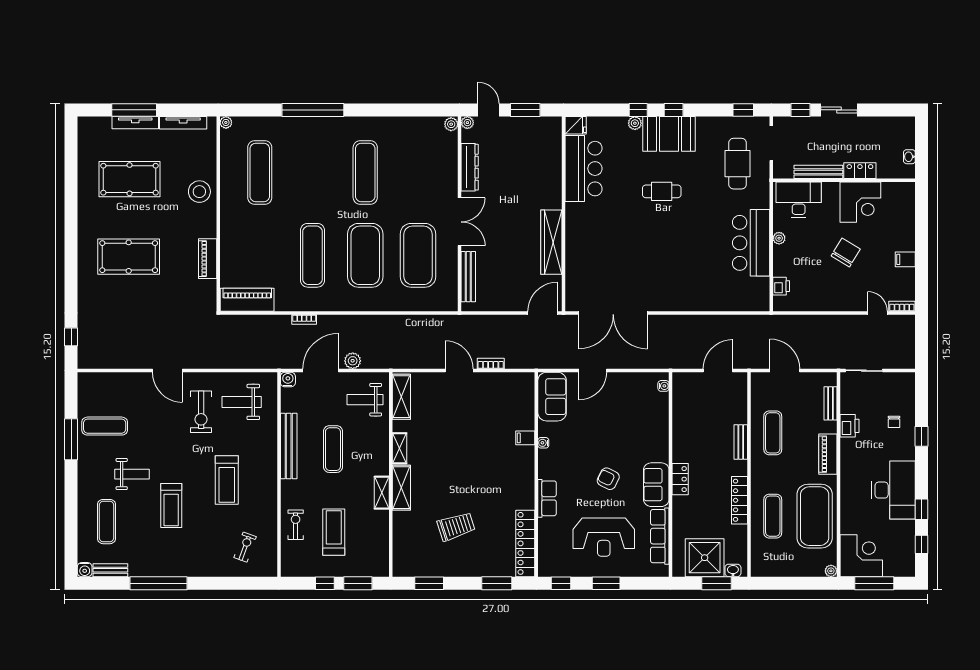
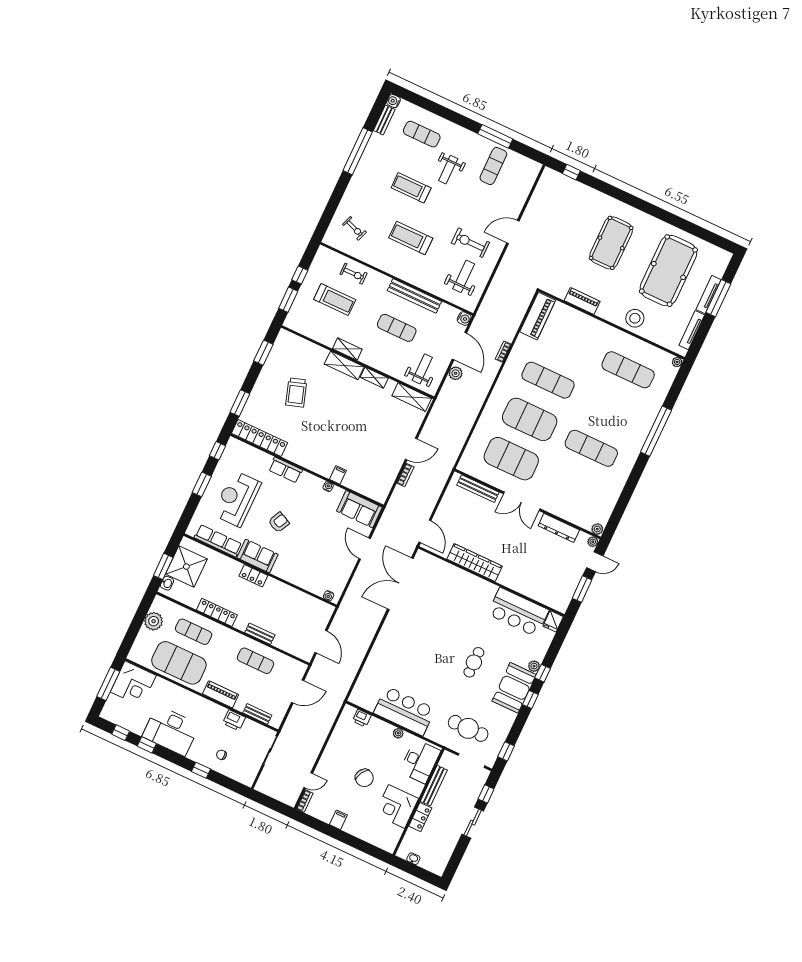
pool table: (130, 179) -> (668, 271), width x1.36, depth x1.32
plant: (831, 571) -> (154, 621), moved, width x1.88, depth x1.88

